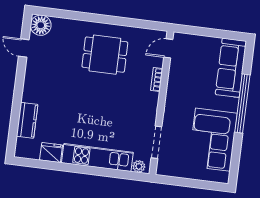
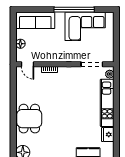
floor lamp: (200, 42) -> (20, 44), added
dining table: (105, 55) -> (29, 119), moved
window: (242, 103) -> (74, 10), moved

